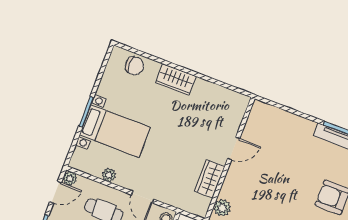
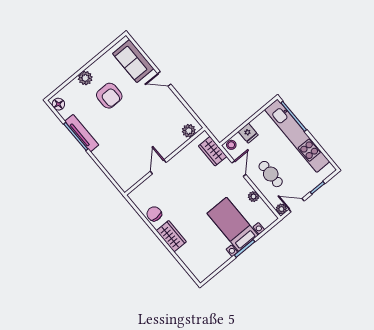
chair: (134, 66) -> (154, 214), moved
door: (234, 149) -> (158, 167), hinge flipped
wardrobe: (210, 179) -> (213, 151), moved, turned 90

